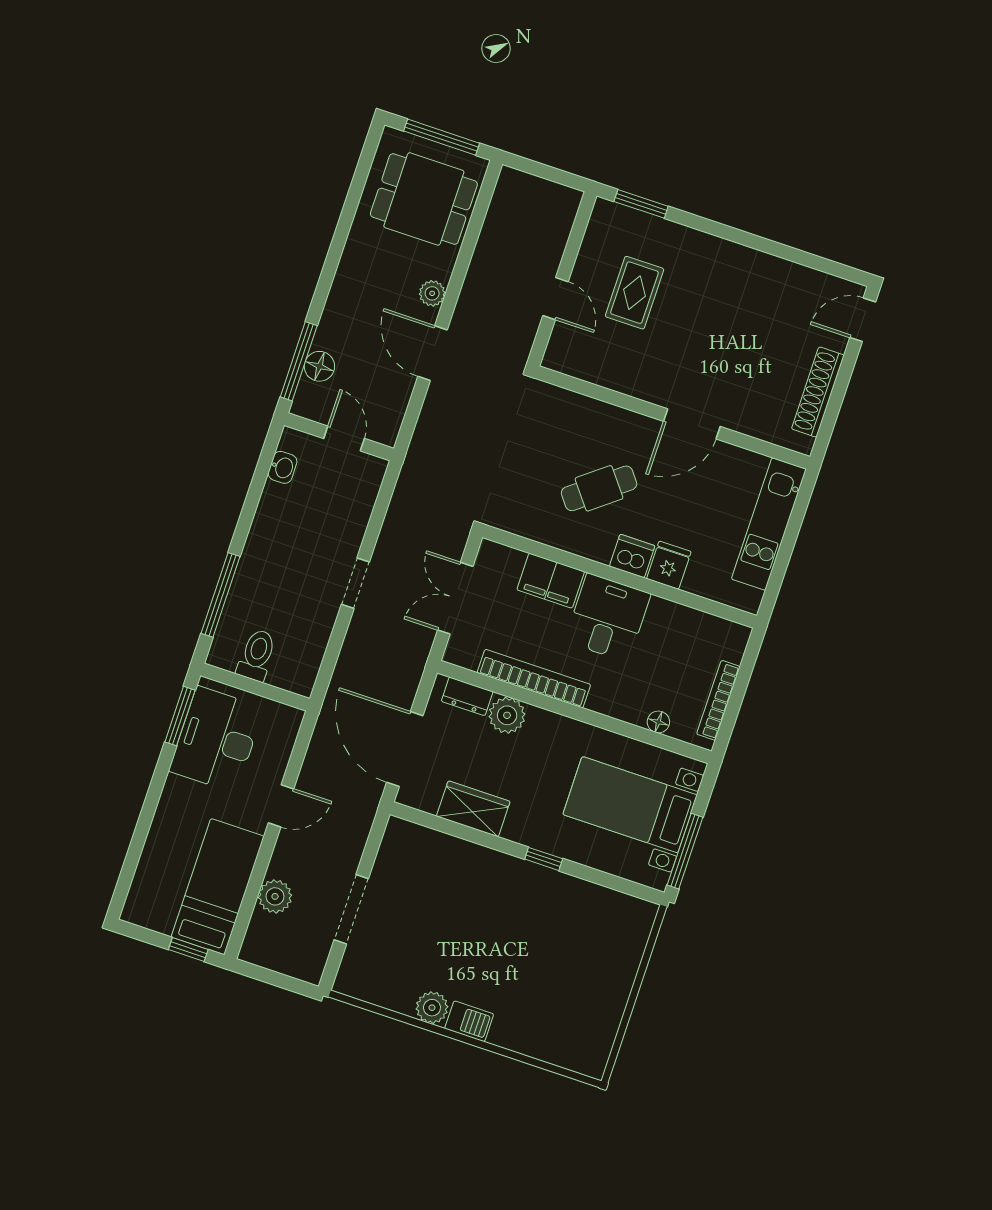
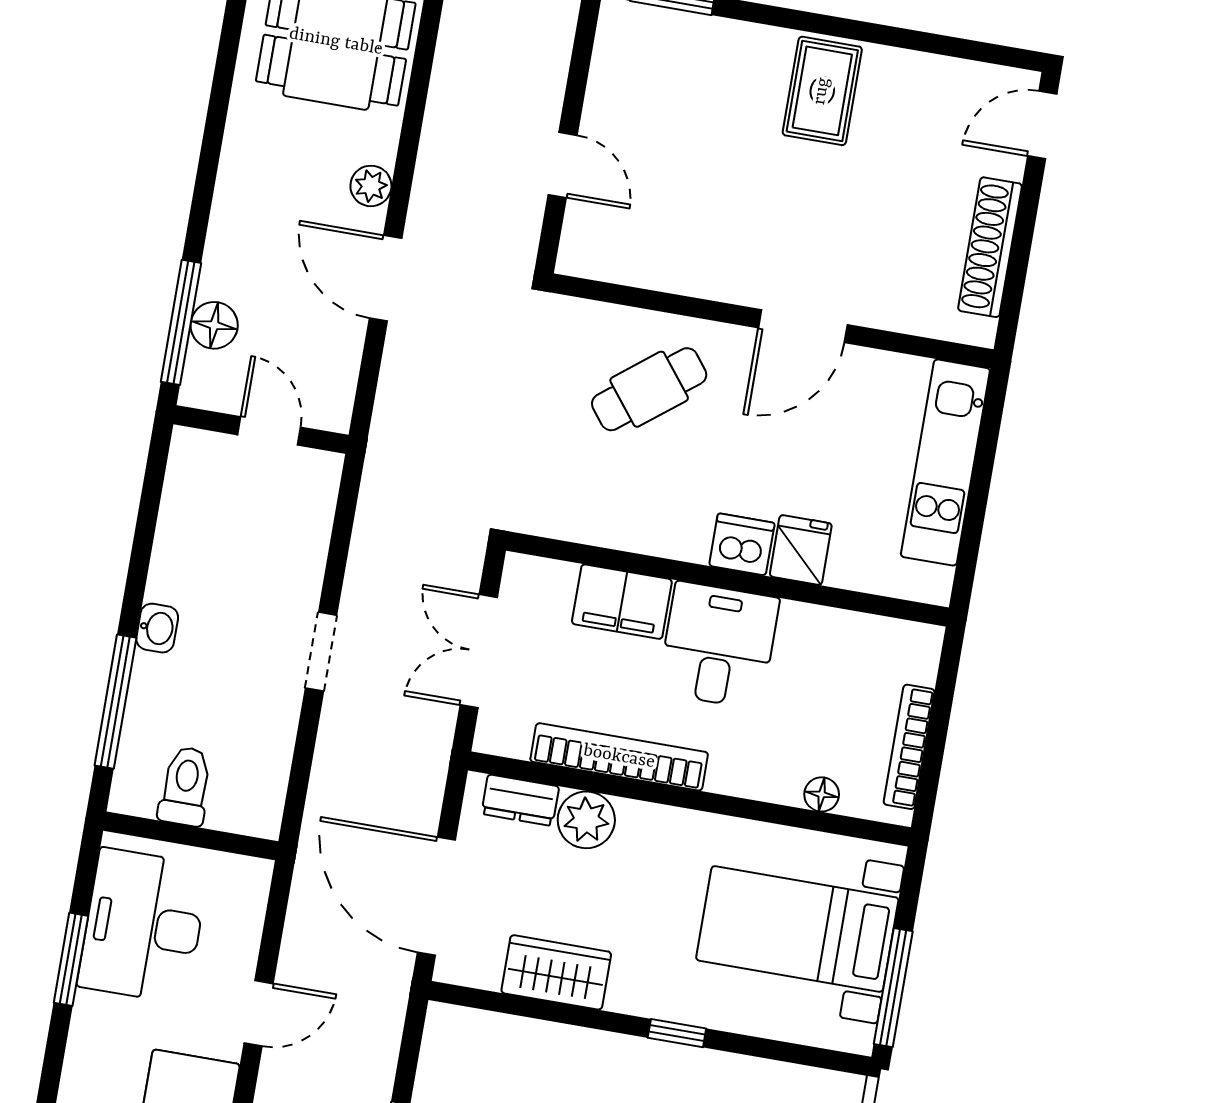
rug: (635, 293) -> (822, 91), moved
washbasin: (283, 467) -> (157, 628), moved
cafe table: (599, 488) -> (649, 389), moved
window: (180, 716) -> (71, 959), moved

